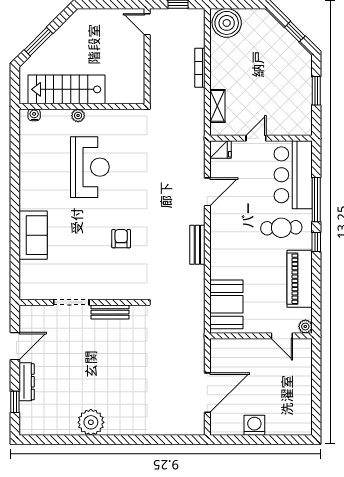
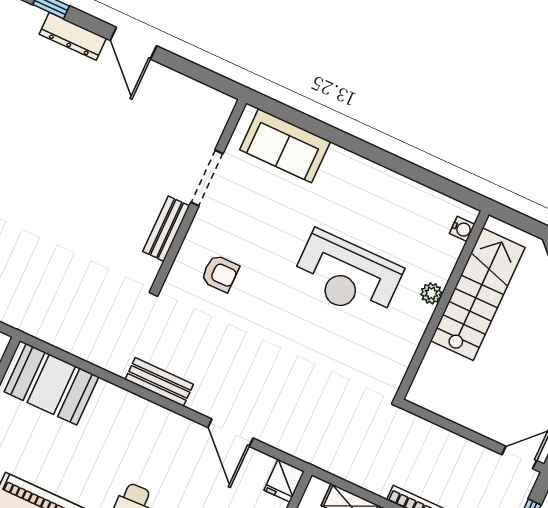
doorway: (71, 302) -> (207, 178), moved
wall: (82, 302) -> (200, 194), moved
bench: (110, 312) -> (166, 229), moved

